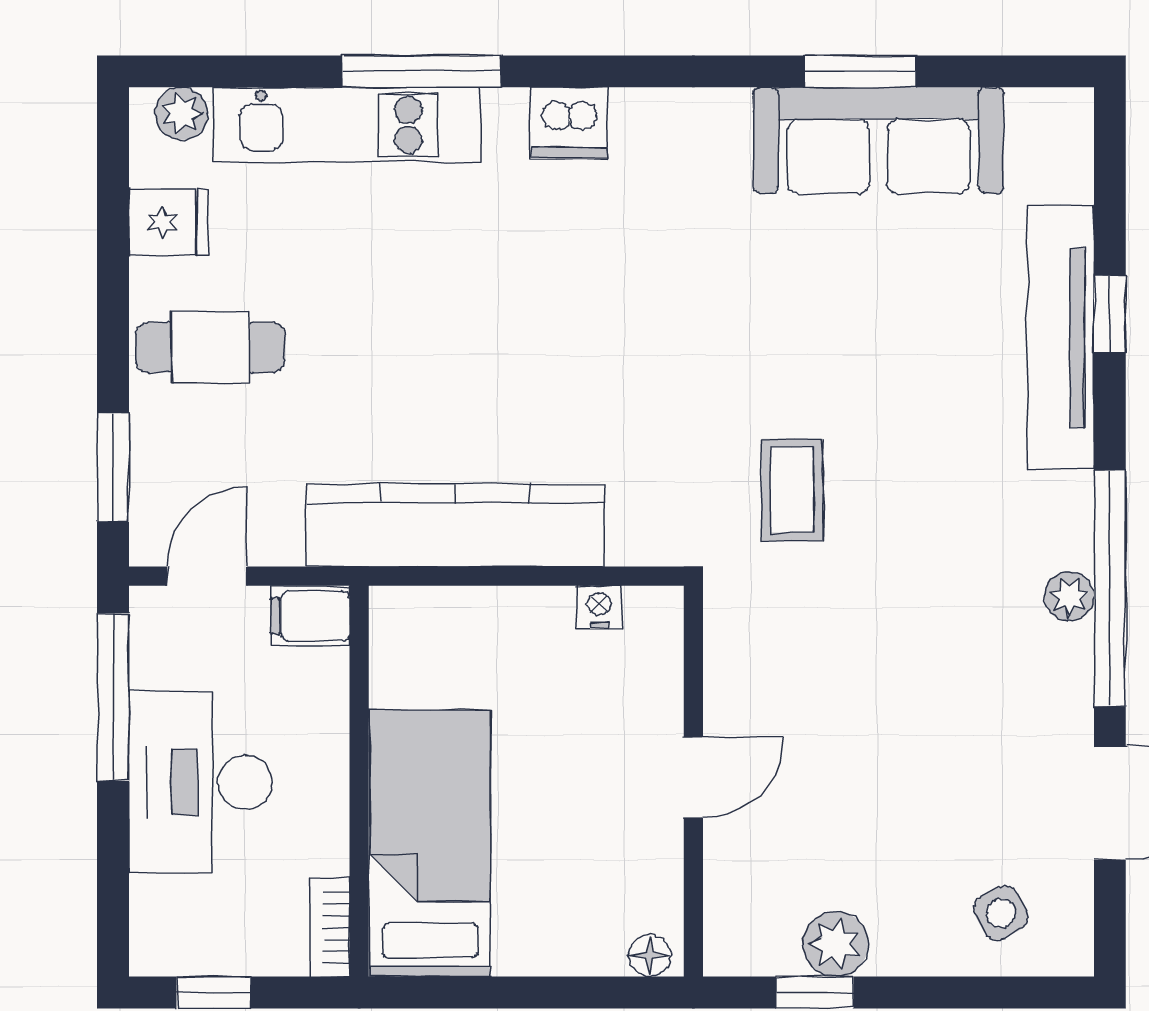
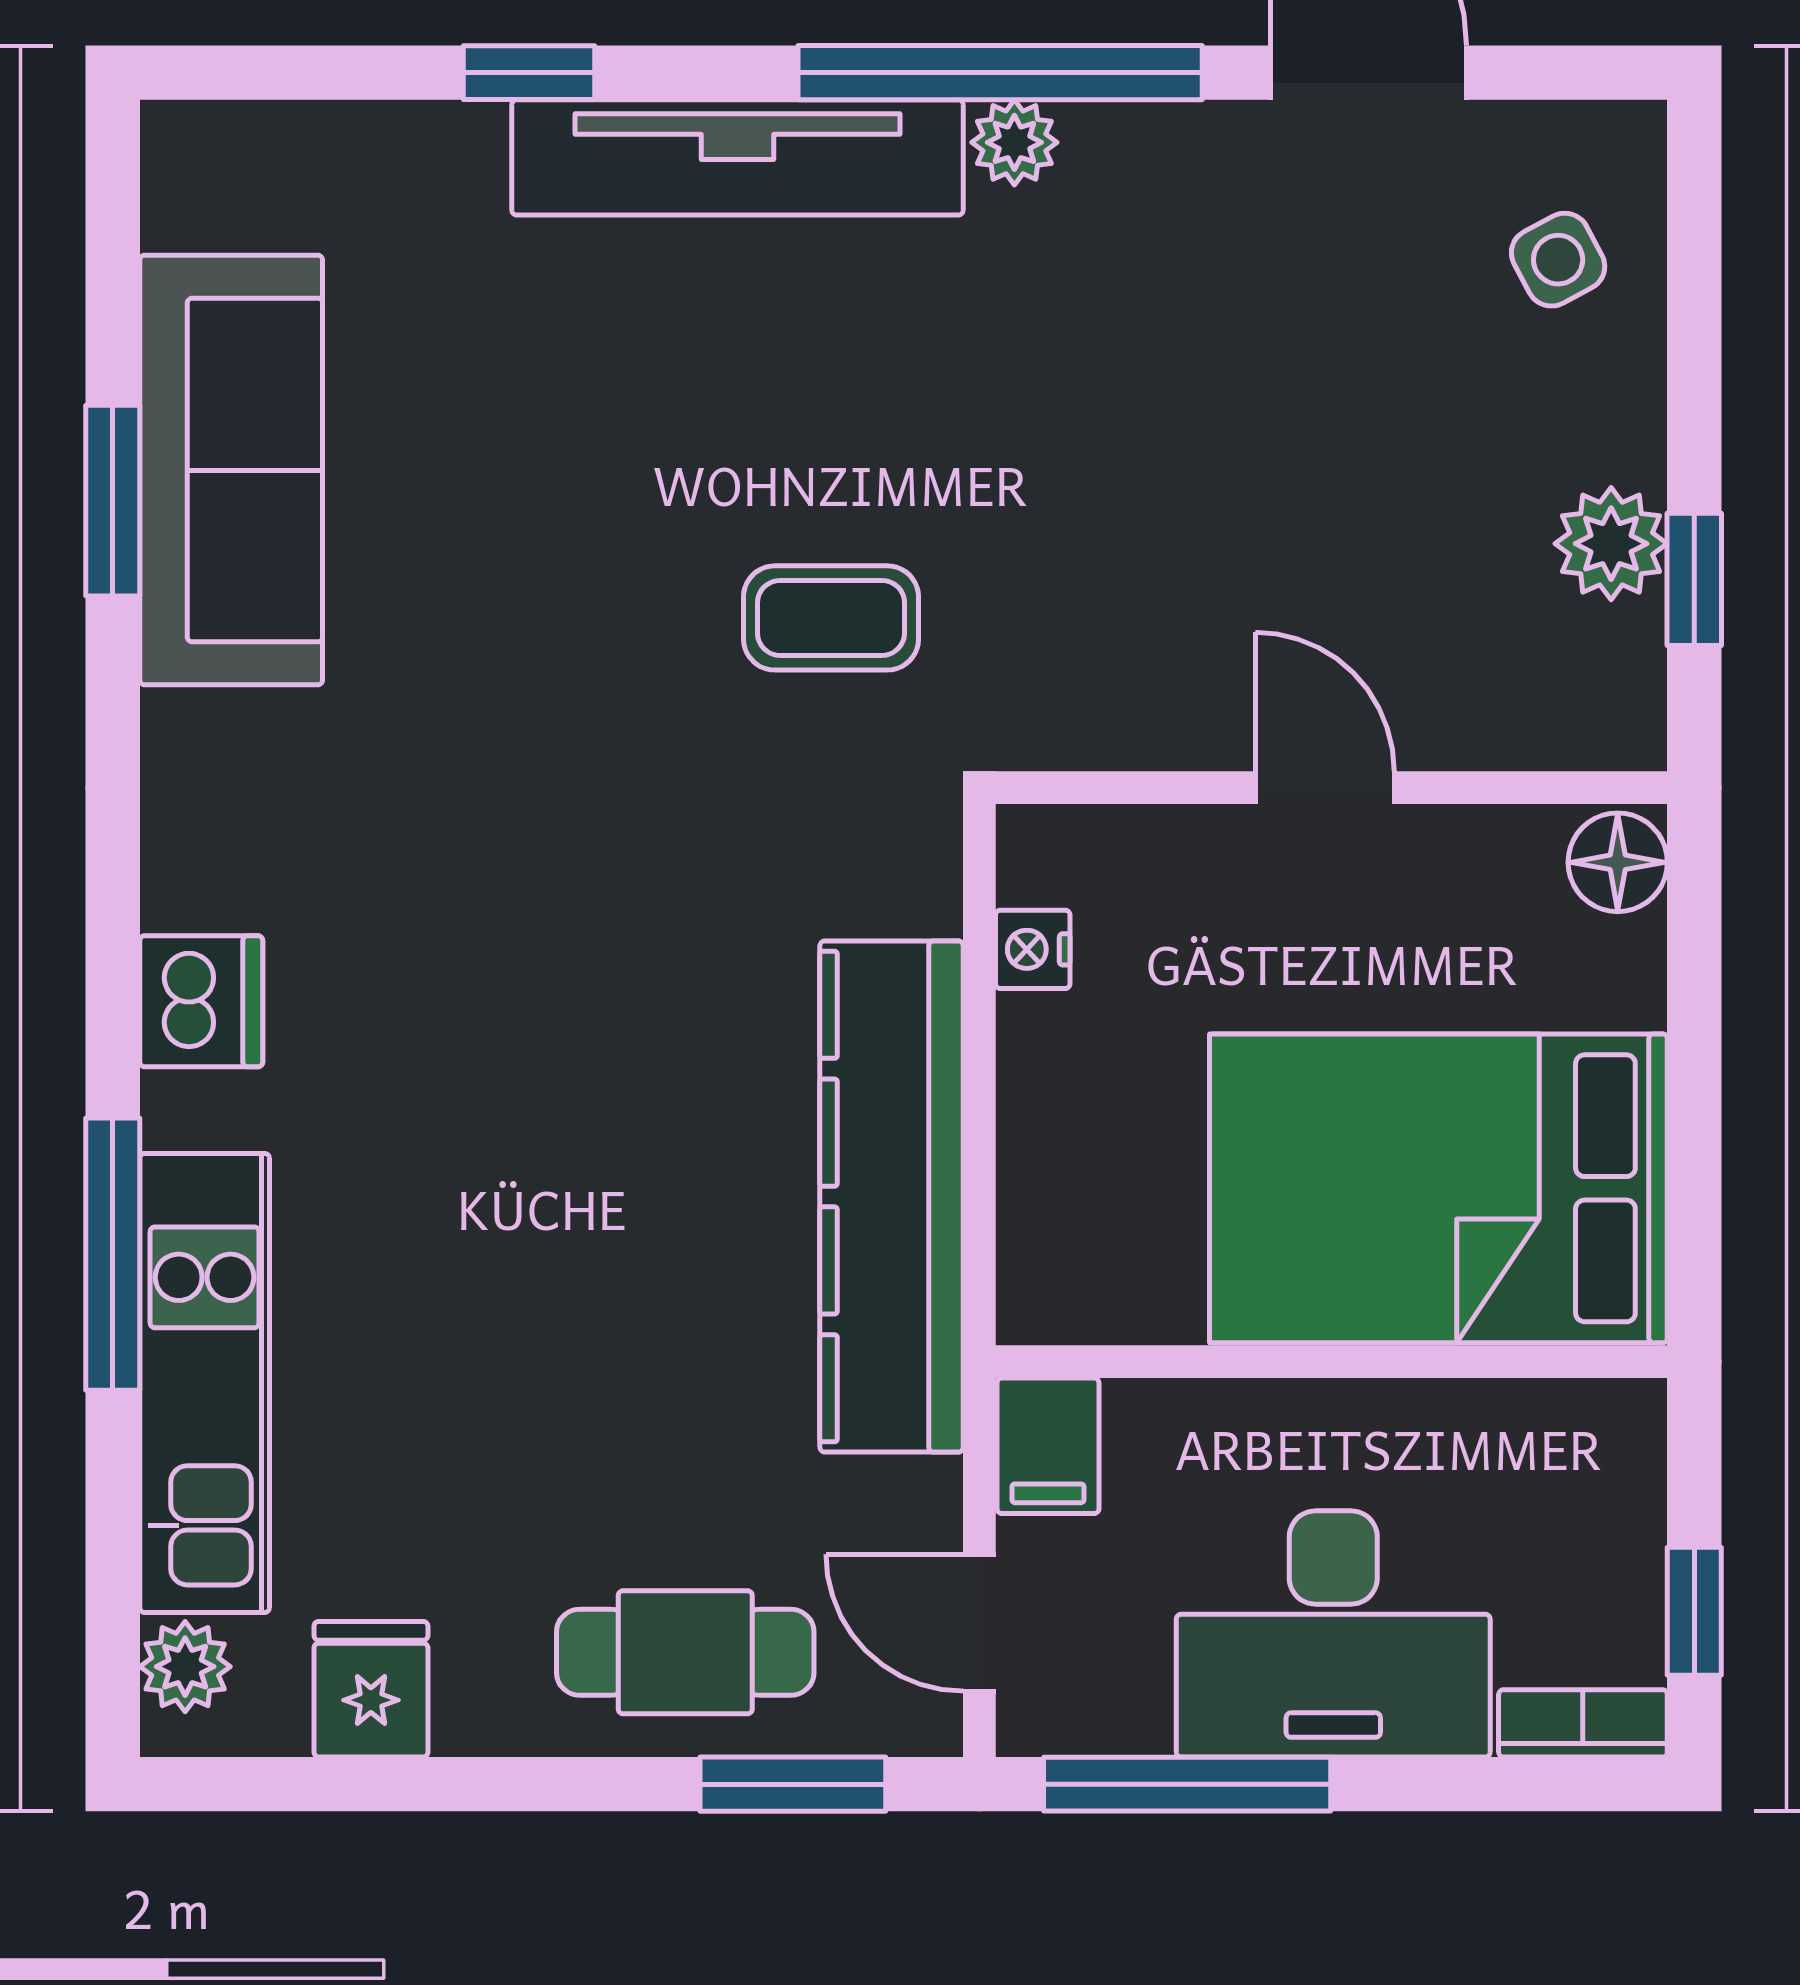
tv unit: (1060, 338) -> (738, 157), moved
cafe table: (210, 347) -> (685, 1652), moved, turned 90
bed: (430, 843) -> (1438, 1188), width x1.50
bookcase: (330, 928) -> (1583, 1723), moved, turned 180
floor lamp: (650, 956) -> (1618, 862), width x1.37, depth x1.37

